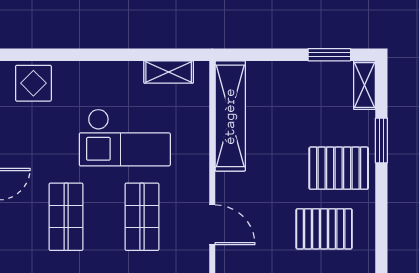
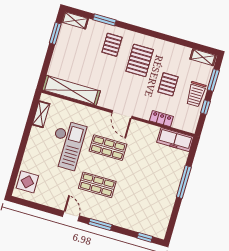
pallet: (339, 168) -> (112, 45), width x0.67, depth x0.71
door: (212, 225) -> (122, 114), swing flipped

